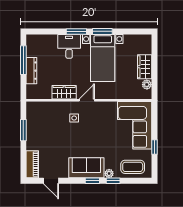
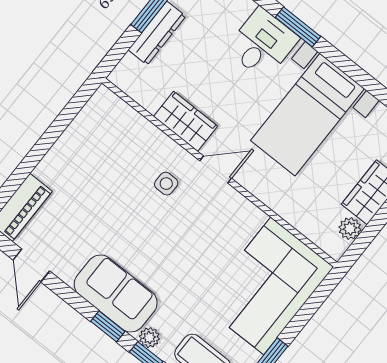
window: (102, 31) -> (346, 65), removed
window: (23, 130) -> (55, 131), removed

